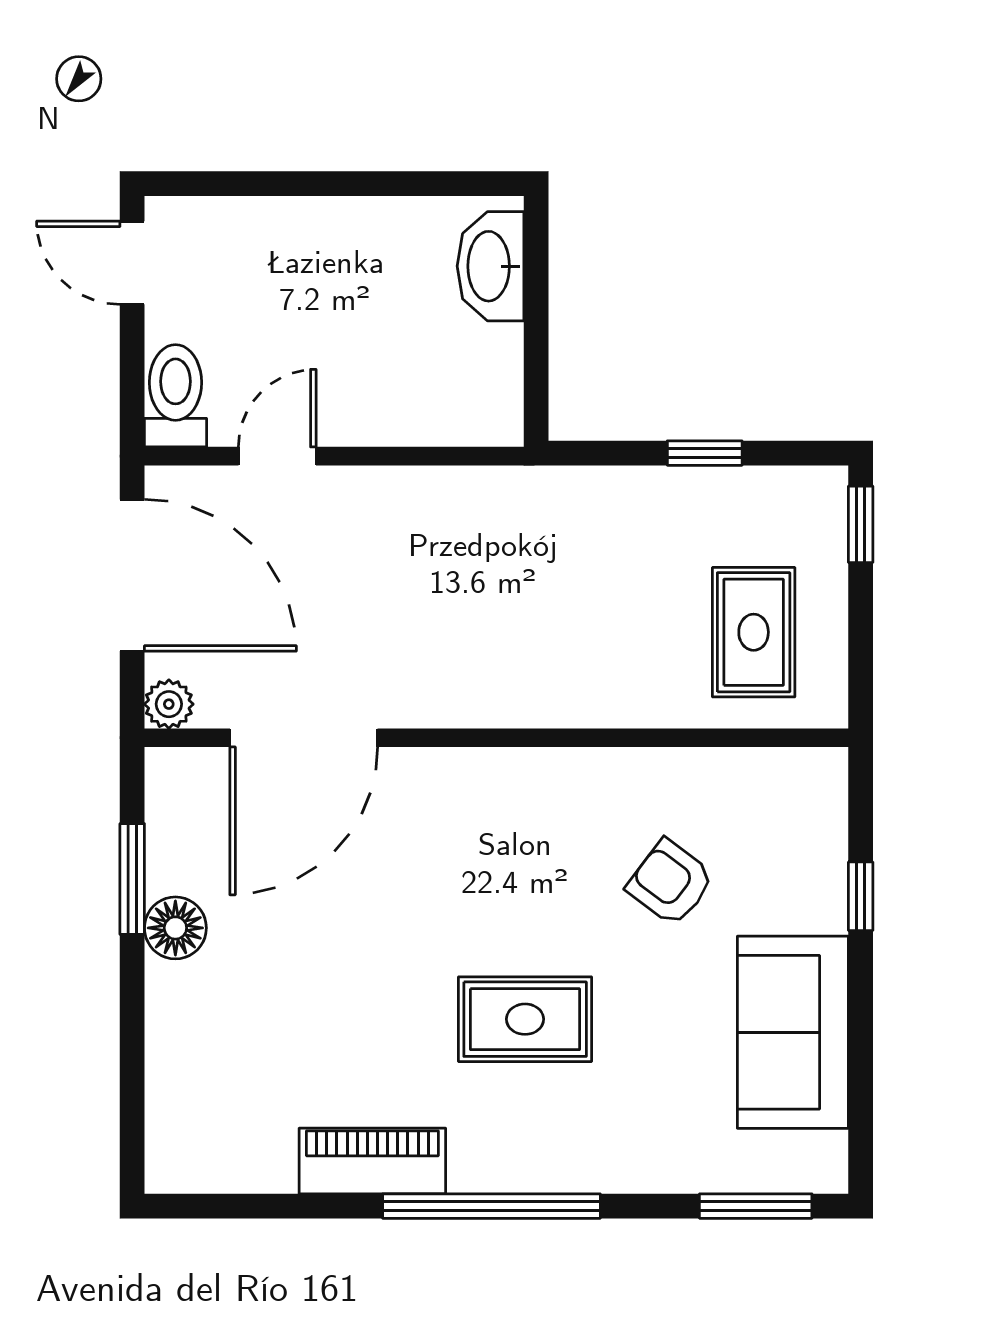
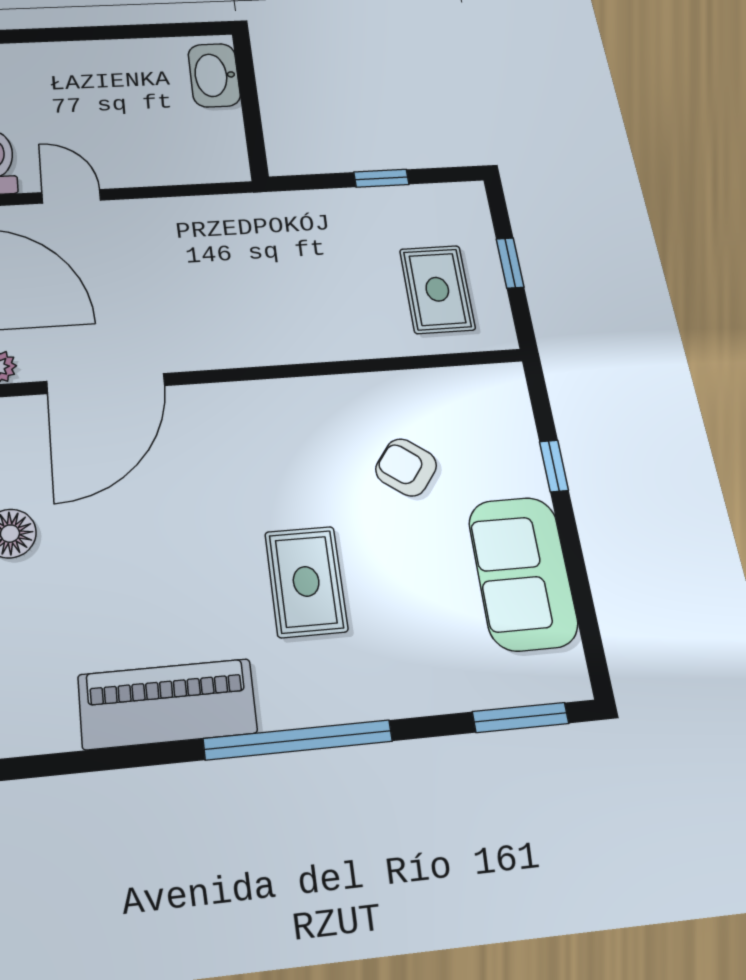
door: (277, 456) -> (71, 196), hinge flipped
window: (861, 524) -> (510, 263), moved
rug: (525, 1019) -> (306, 581), turned 90
piano: (372, 1161) -> (167, 704), width x1.37, depth x1.33

